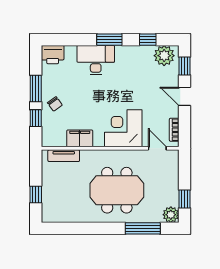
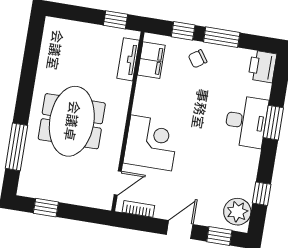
window: (109, 40) -> (273, 123), moved
filing cabinet: (80, 138) -> (151, 60), moved
window: (36, 195) -> (115, 20), moved
plant: (171, 215) -> (28, 186), removed

